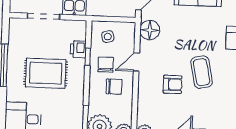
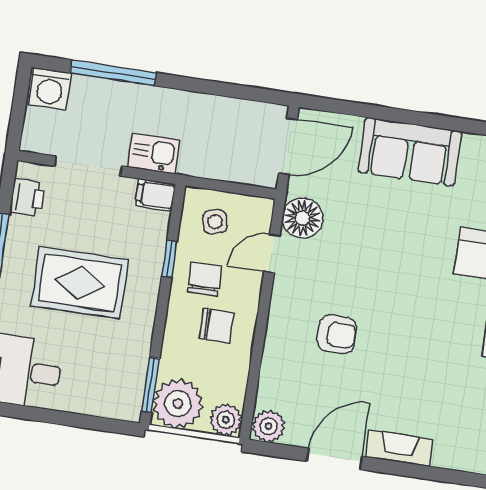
filing cabinet: (78, 27) -> (156, 195), added
printer: (78, 49) -> (28, 198), moved, turned 180
door: (136, 62) -> (272, 254), moved
coffee table: (202, 72) -> (399, 316), removed

